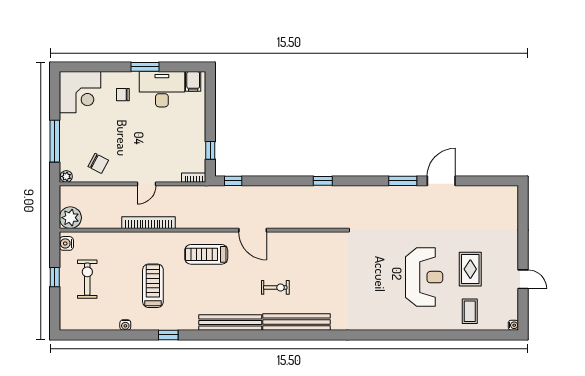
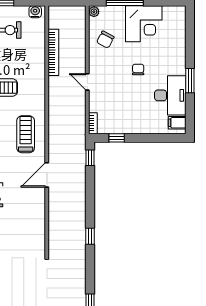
corner desk: (80, 92) -> (144, 24), moved, turned -90
chair: (123, 95) -> (138, 70), moved
plant: (70, 218) -> (58, 15), removed
bookcase: (149, 223) -> (53, 52), moved

